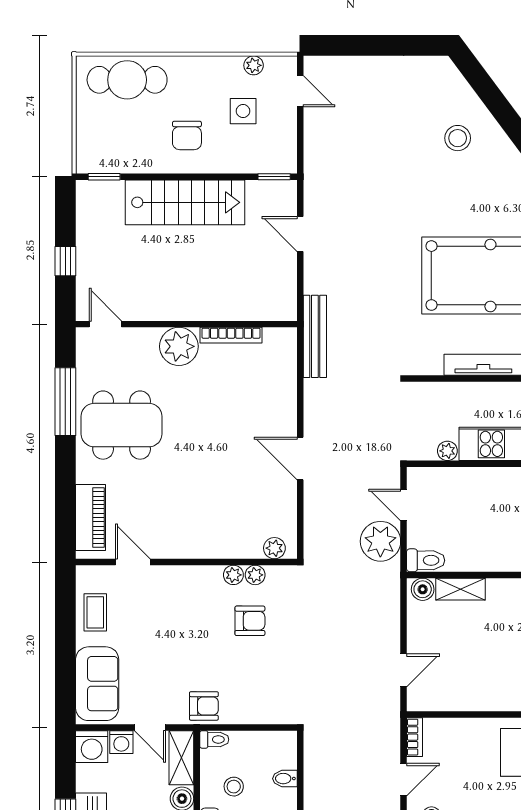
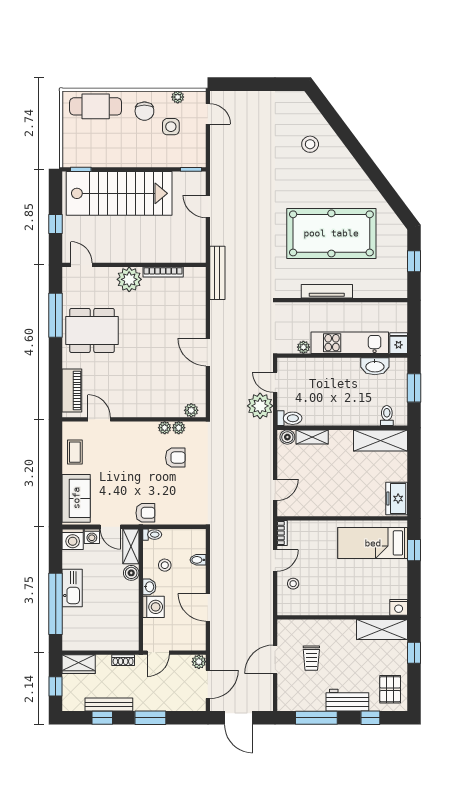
chair: (187, 135) -> (144, 111), moved
stairs: (185, 202) -> (119, 193), width x1.36, depth x1.51

